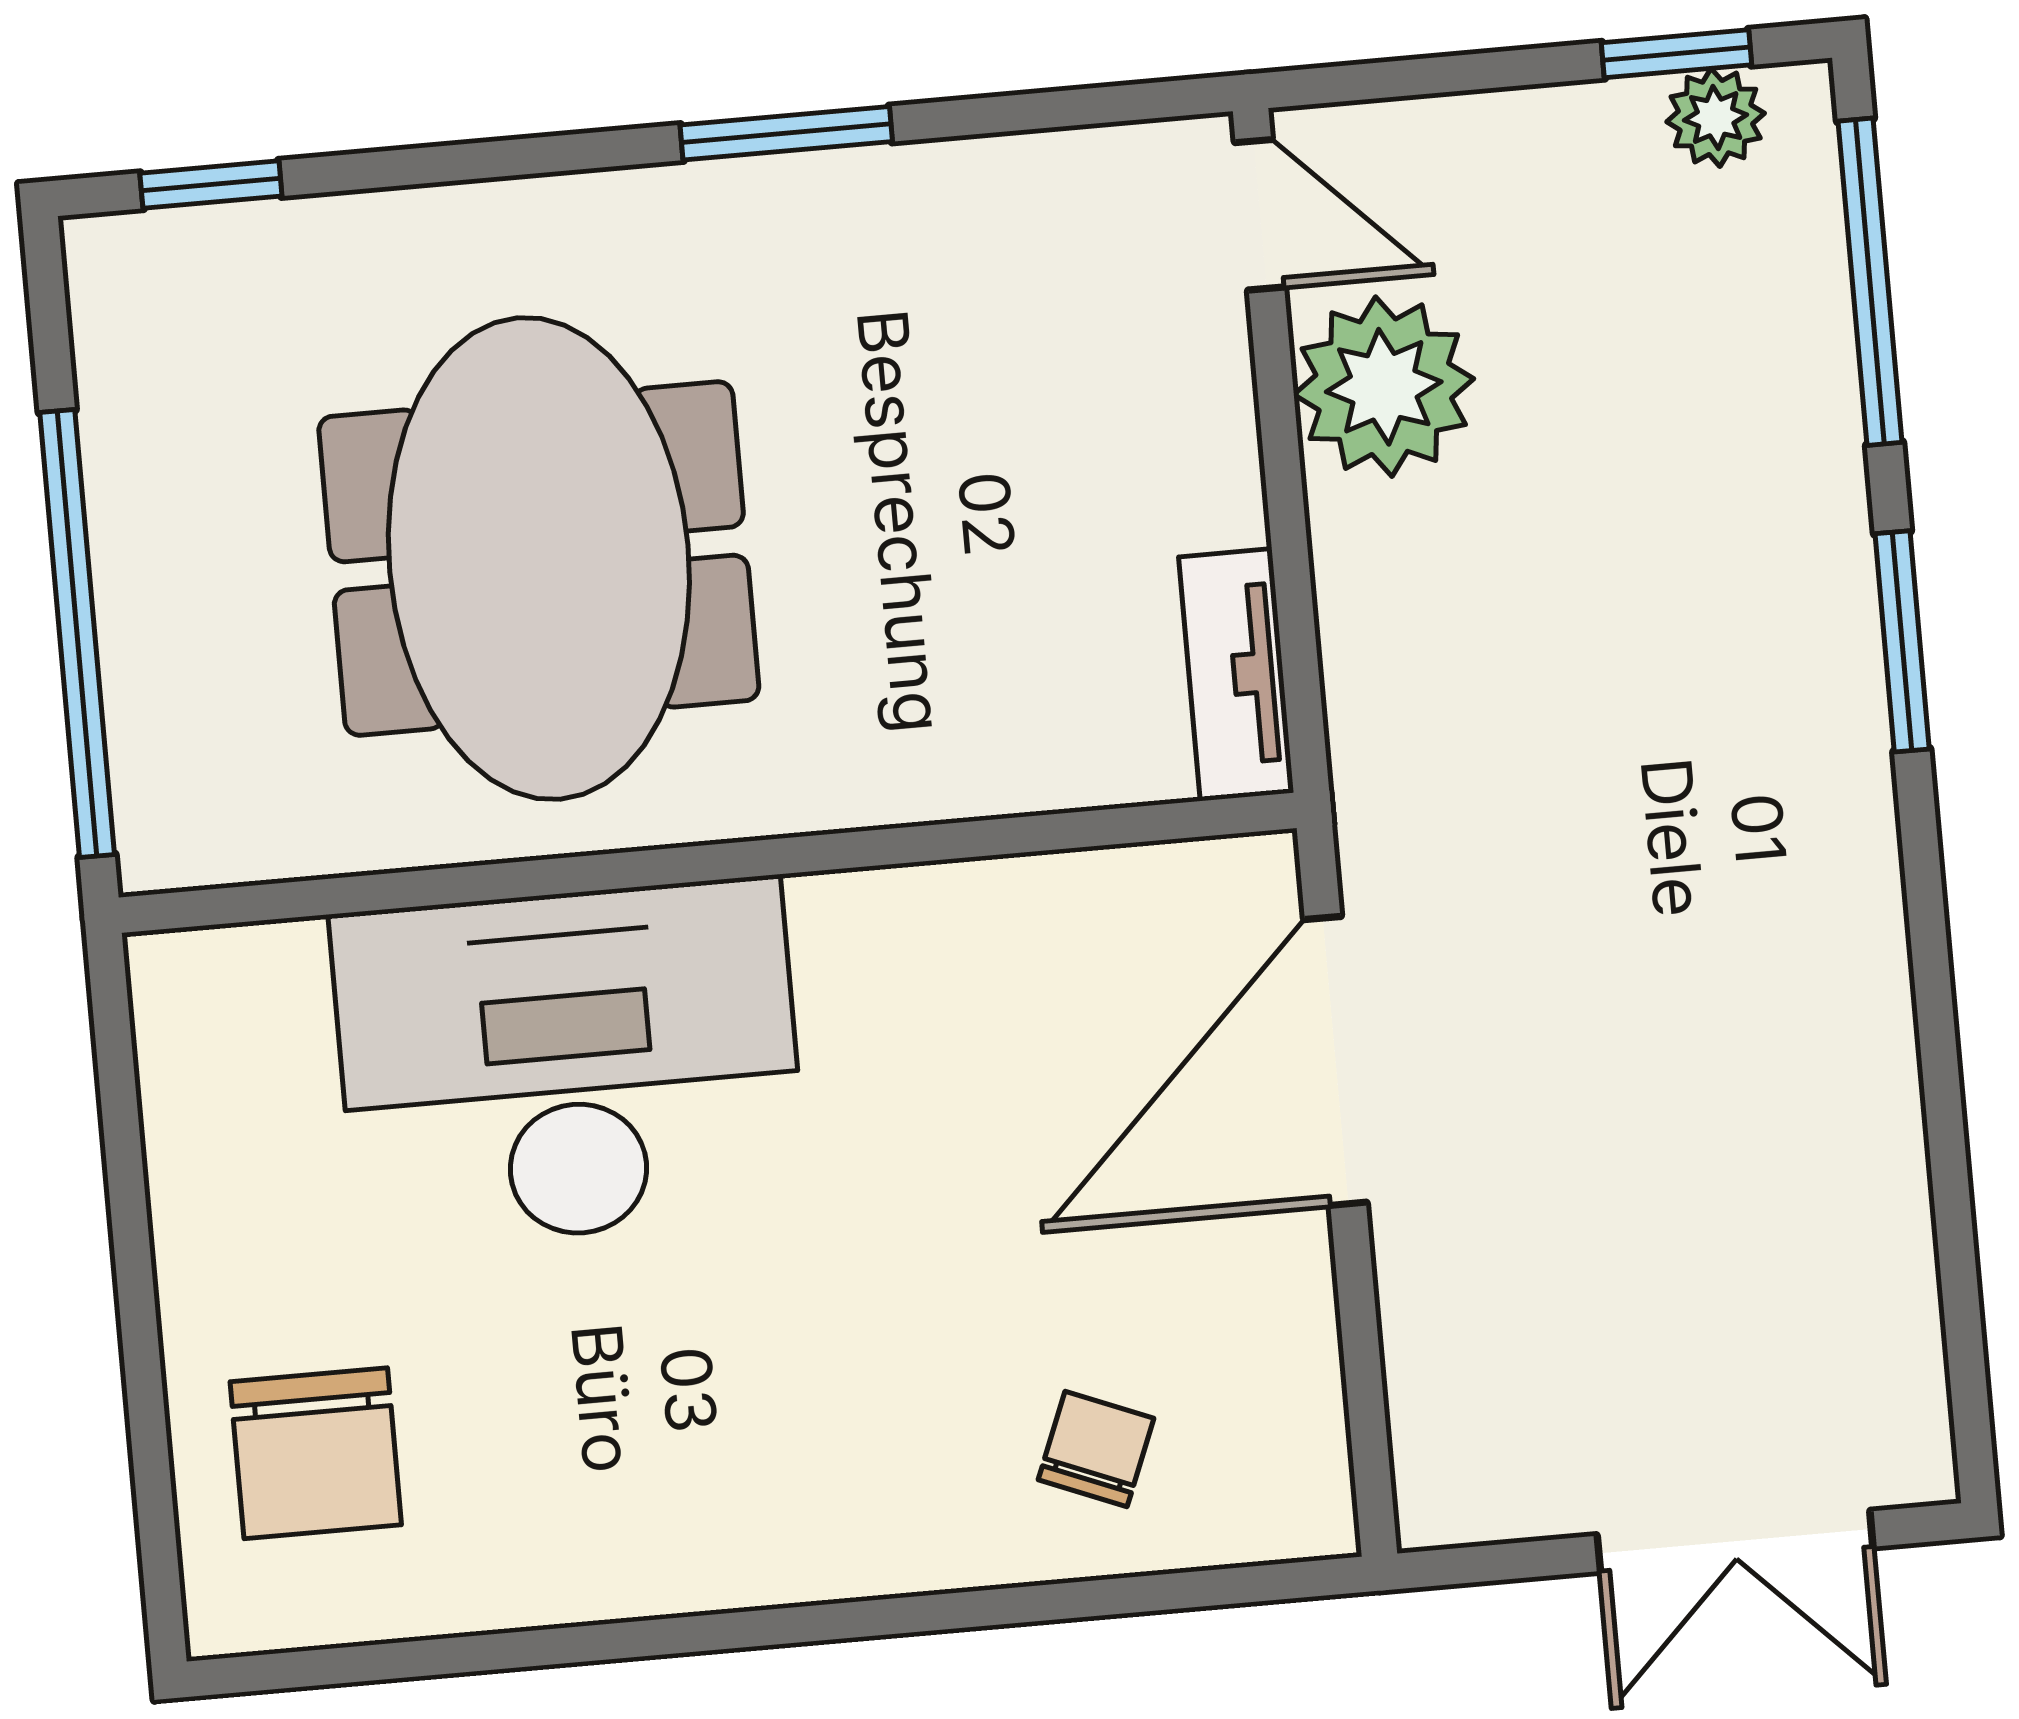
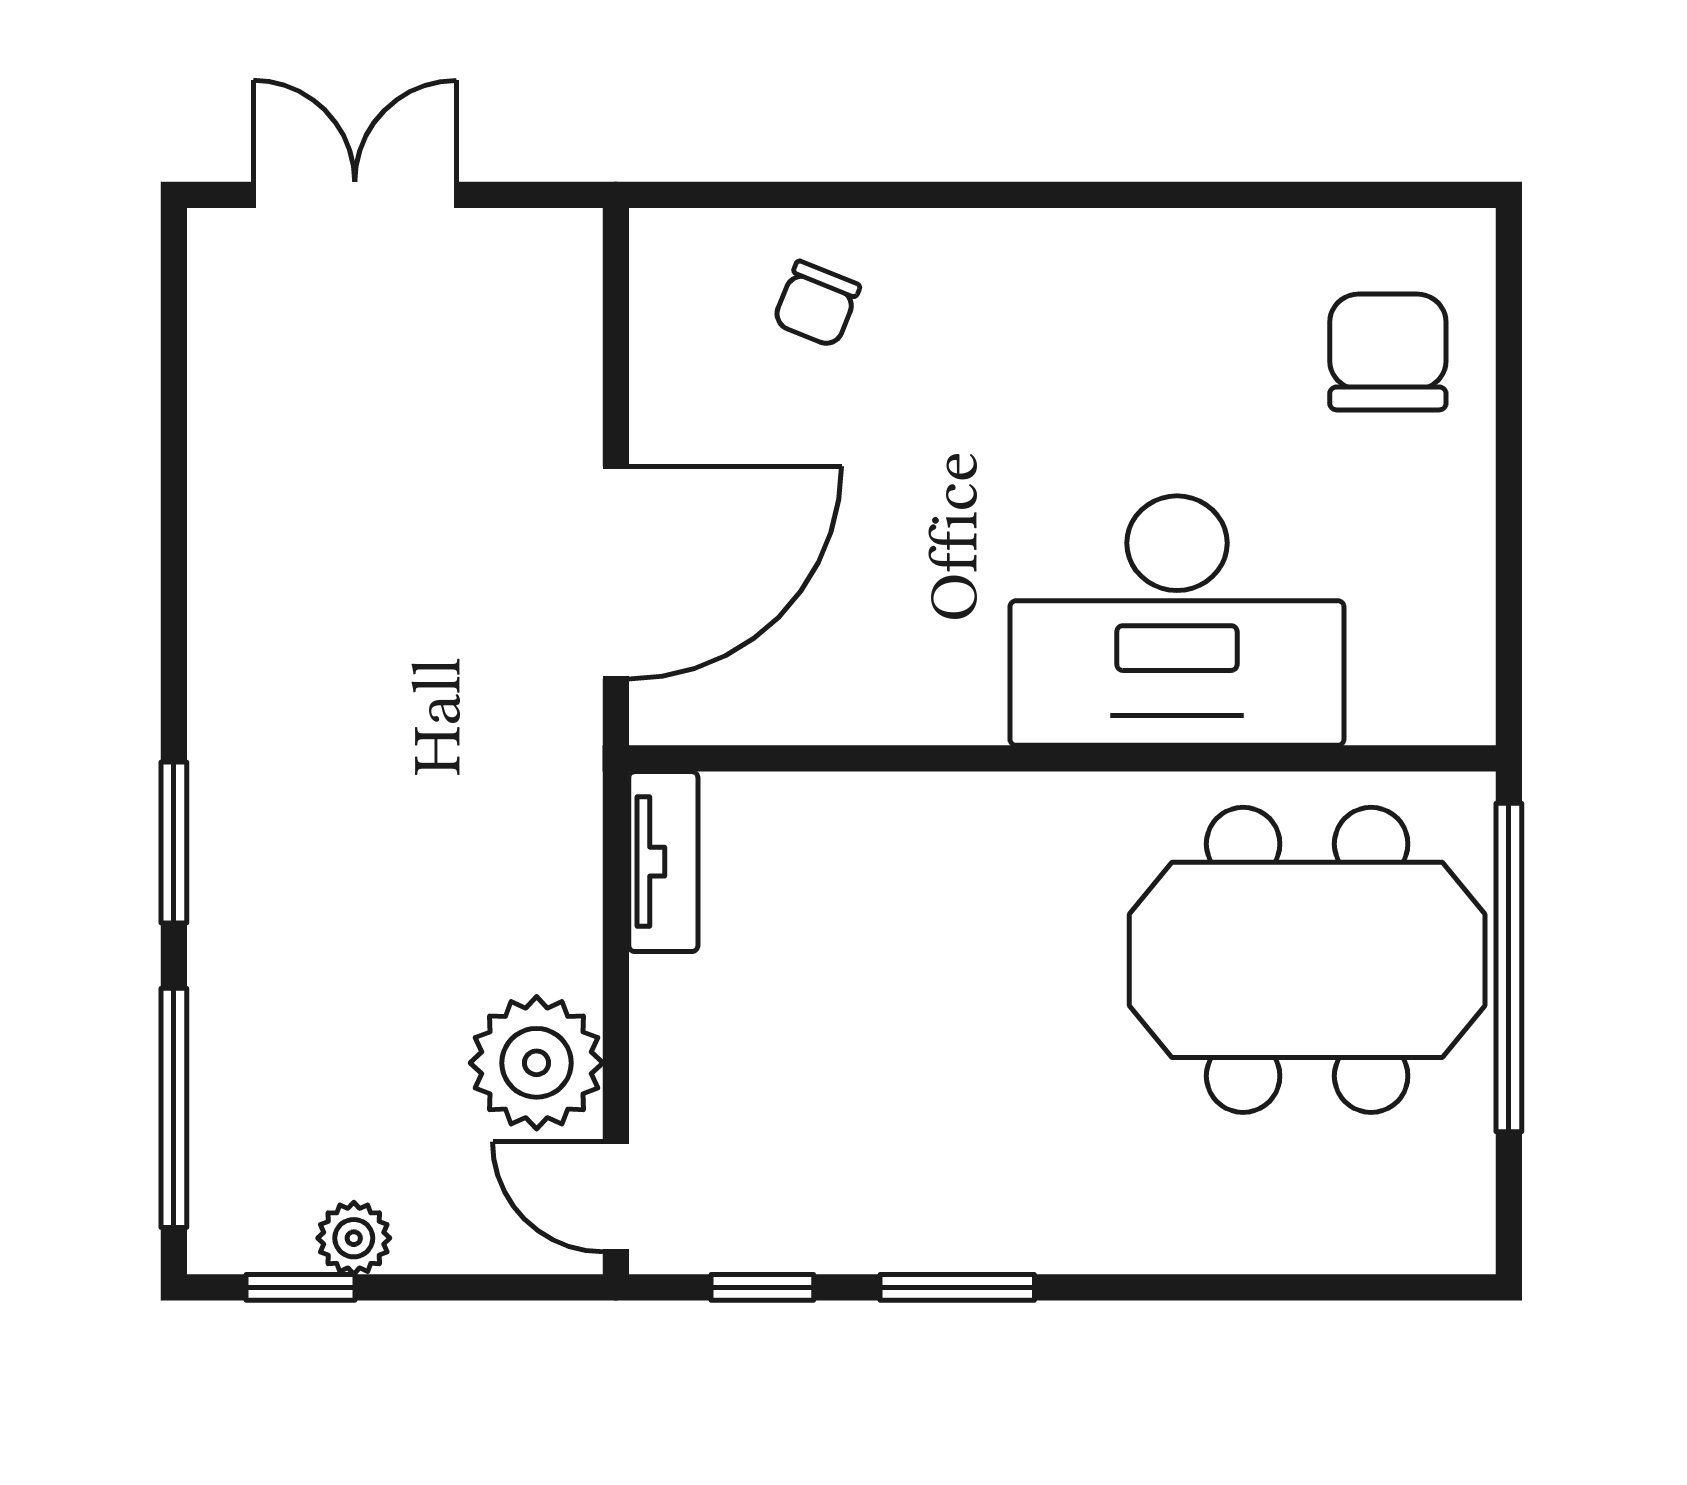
plant: (1716, 117) -> (354, 1238), moved
window: (211, 185) -> (762, 1287), moved
meeting table: (539, 558) -> (1307, 960), moved, turned 90

